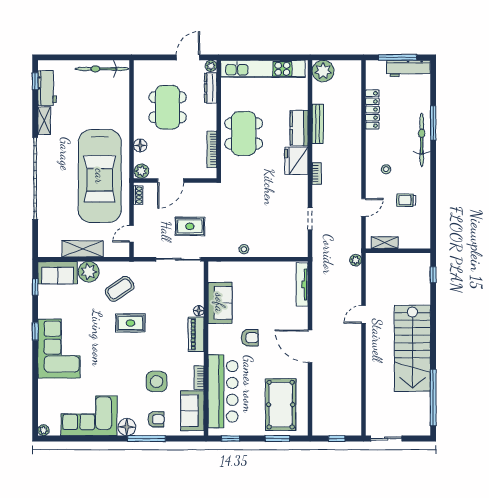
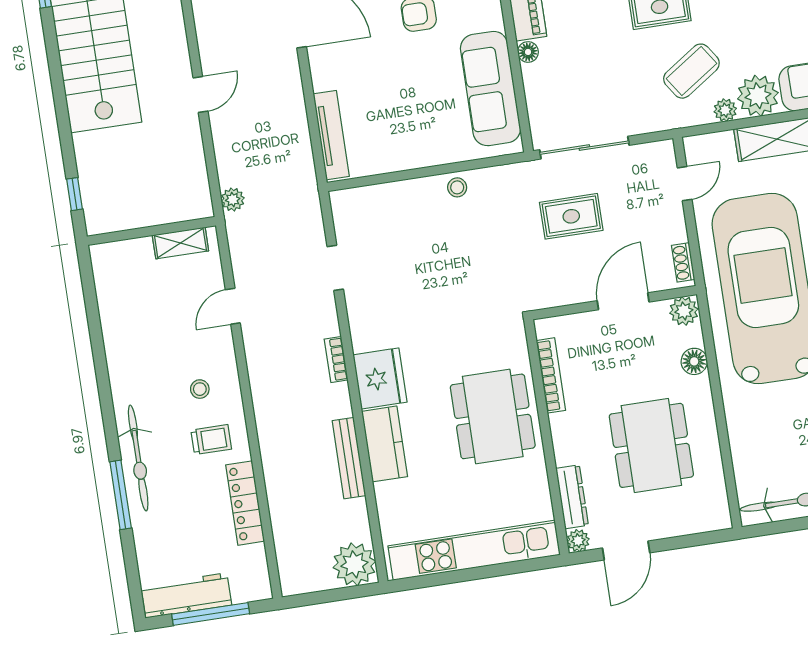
trolley: (406, 200) -> (211, 440), moved
plant: (106, 267) -> (725, 110), added
sofa: (220, 303) -> (490, 89), width x1.36

